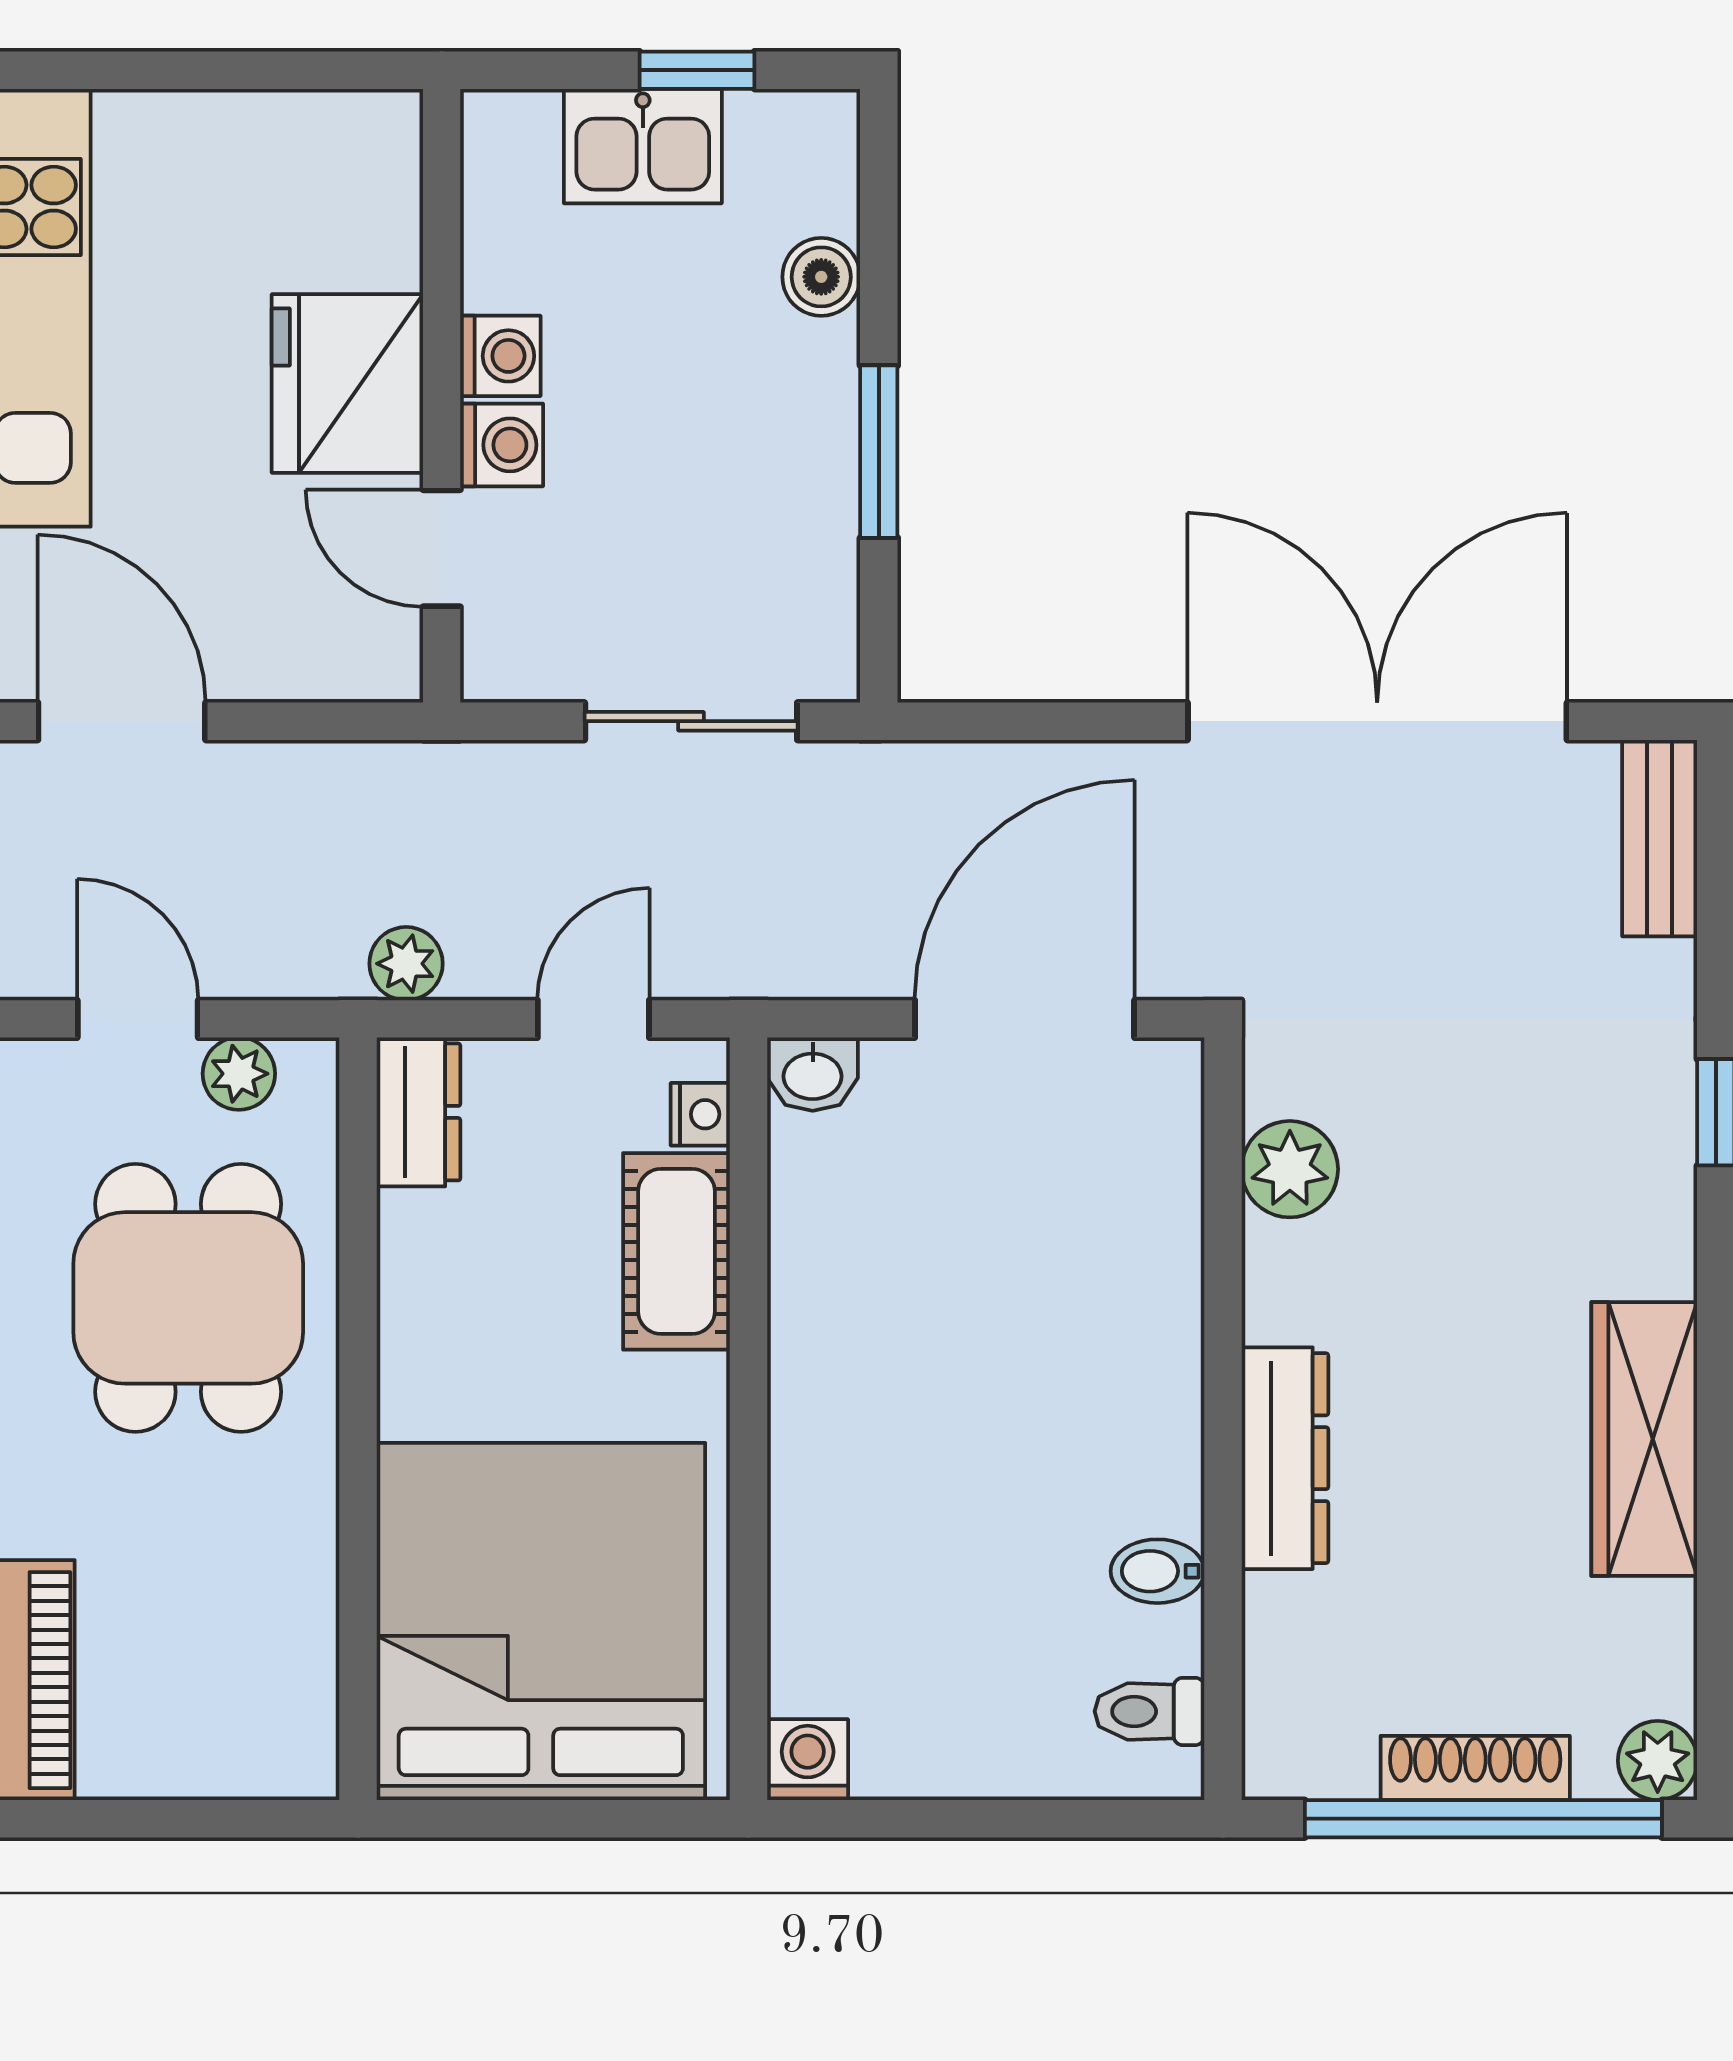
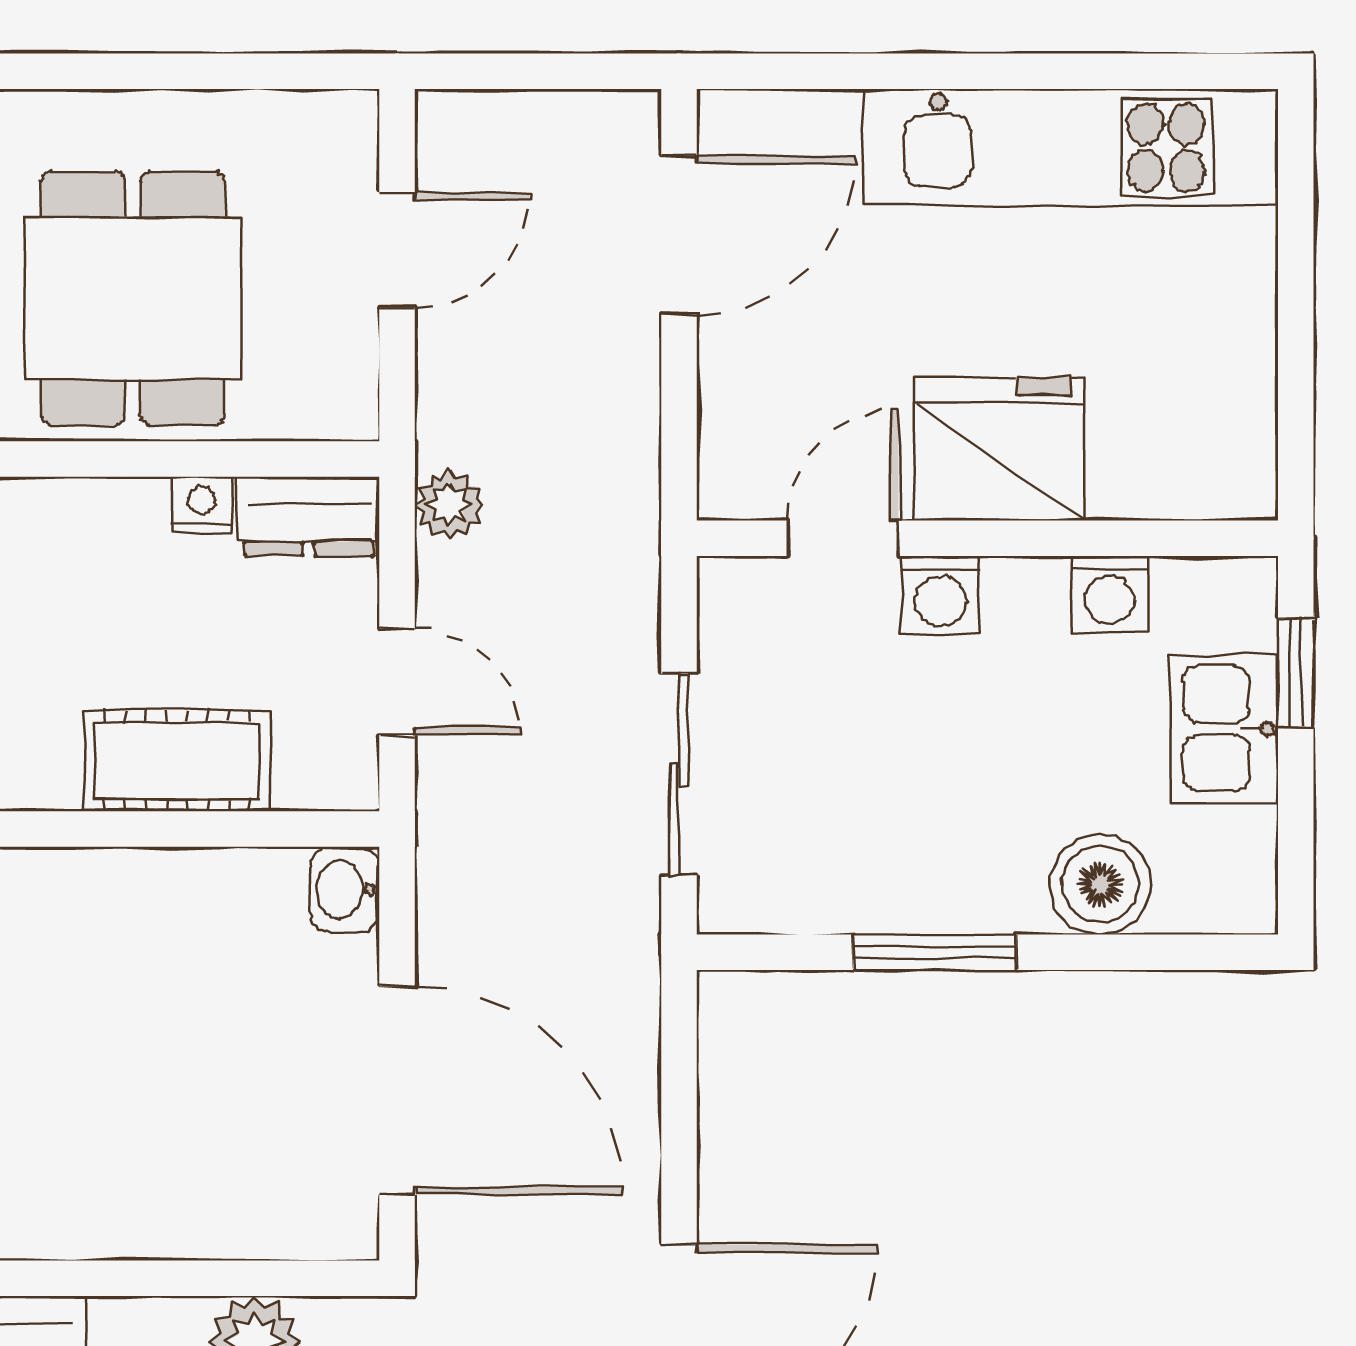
window: (697, 70) -> (1296, 673), moved
boiler: (821, 277) -> (1100, 884), width x1.36, depth x1.36
washing machine: (500, 356) -> (1110, 594), moved
plant: (239, 1074) -> (345, 346), removed
nightstand: (700, 1114) -> (202, 505), moved, turned 180
dining table: (188, 1298) -> (133, 298), turned 90

